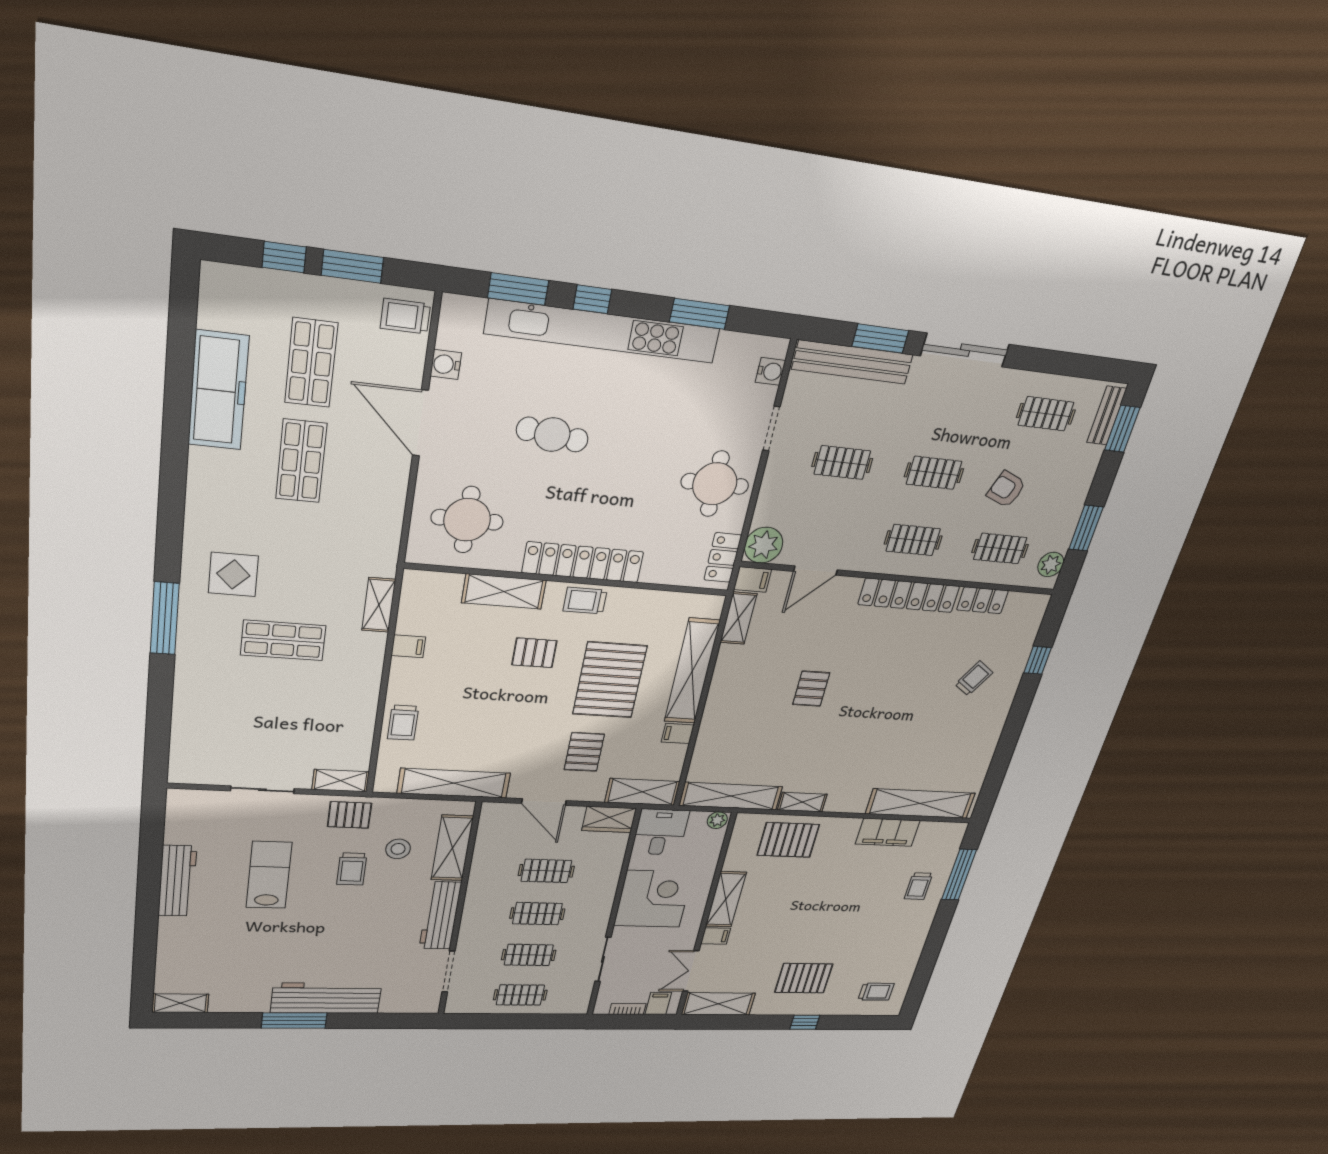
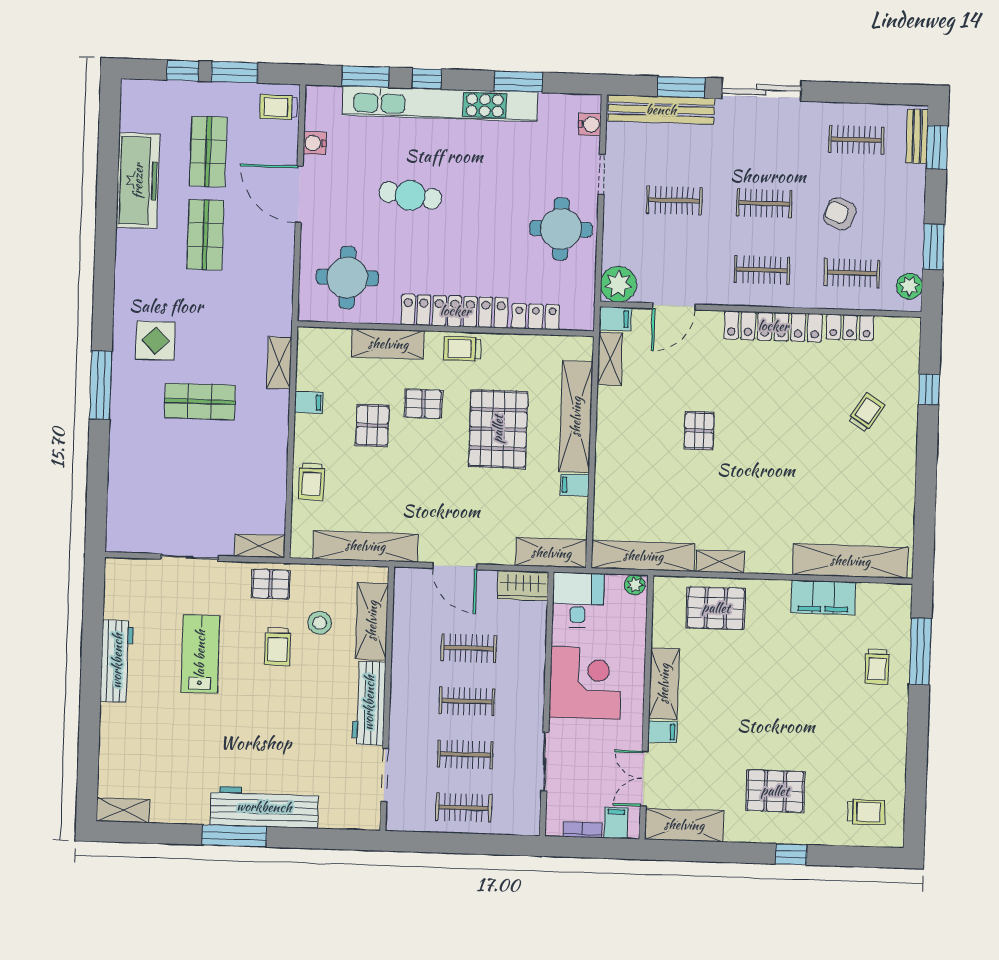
locker: (723, 557) -> (536, 317), moved, turned 90
pallet: (584, 752) -> (372, 425), moved

